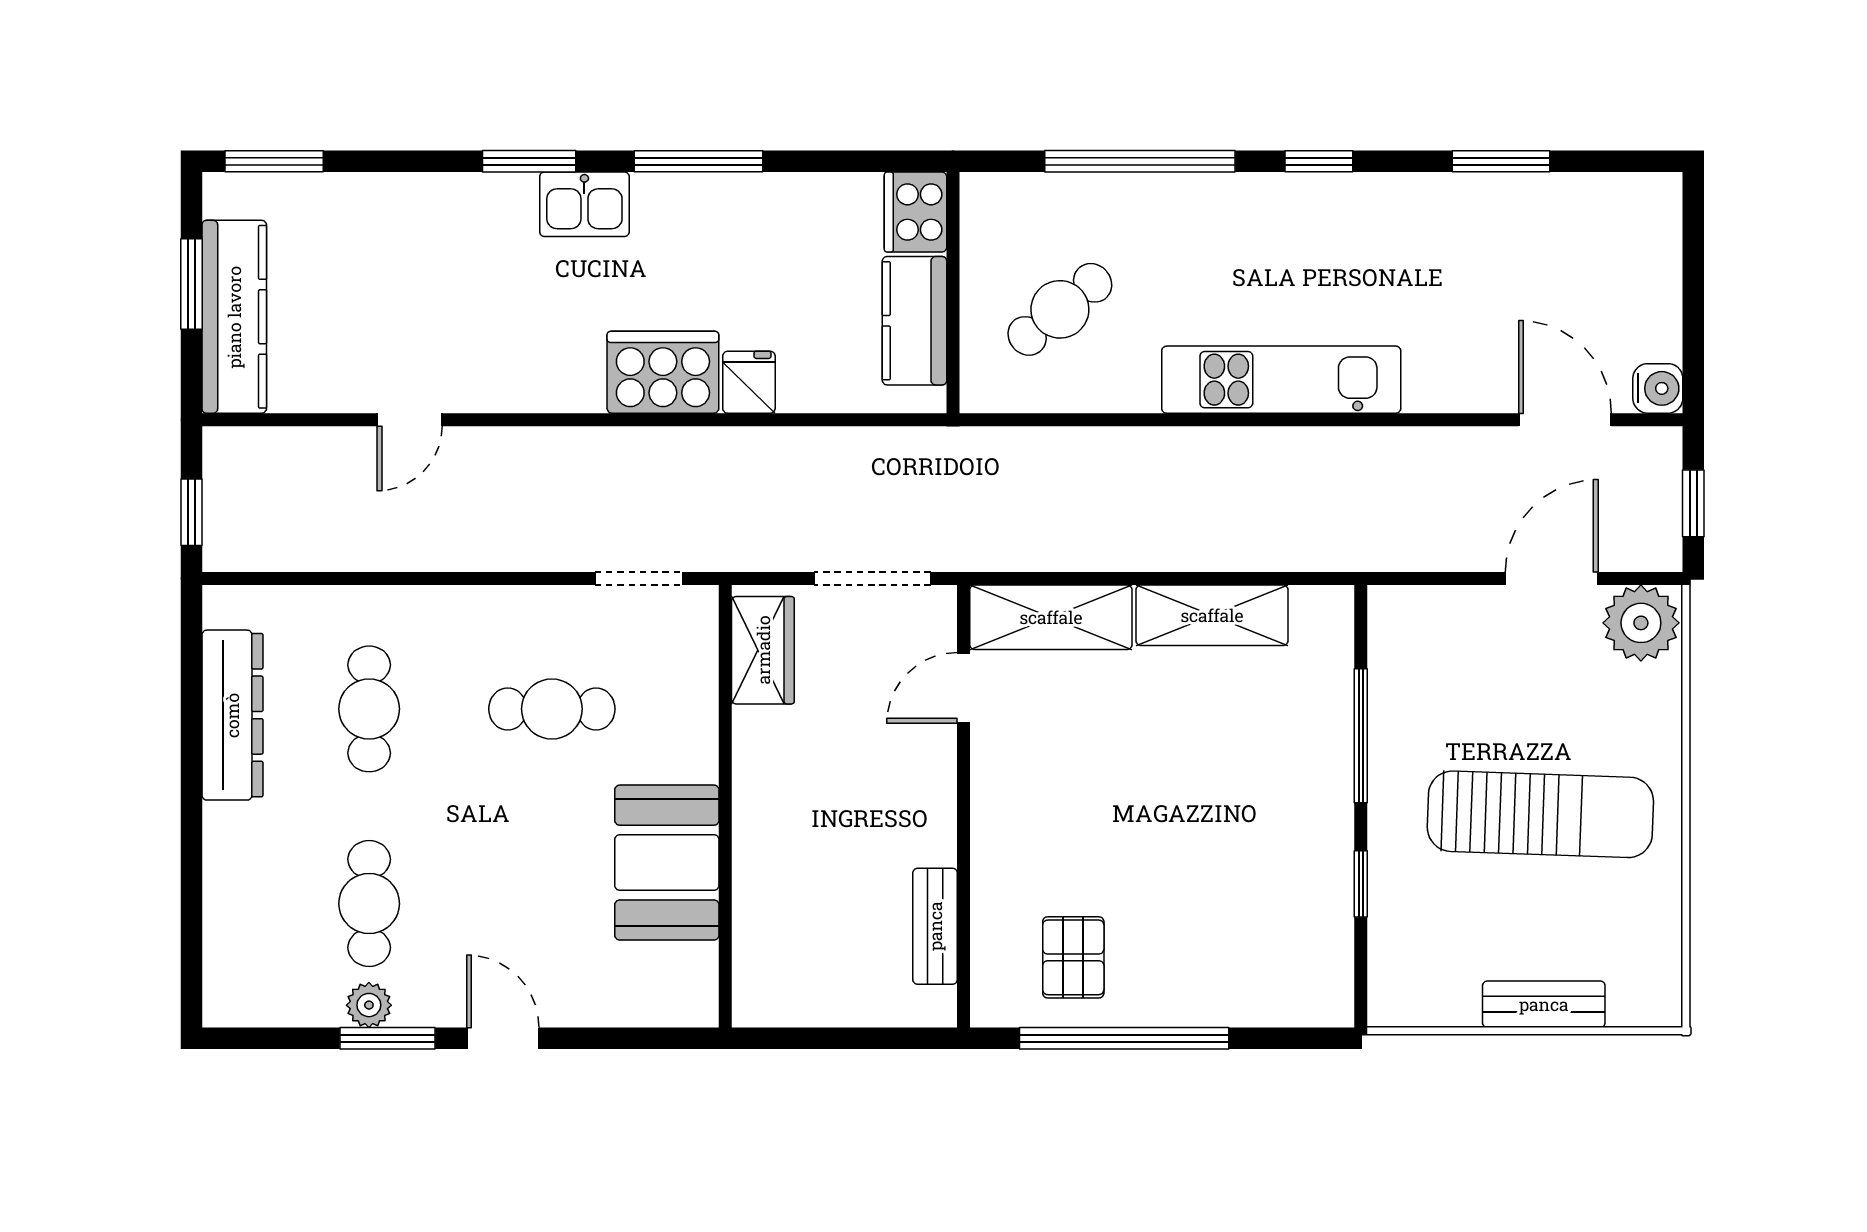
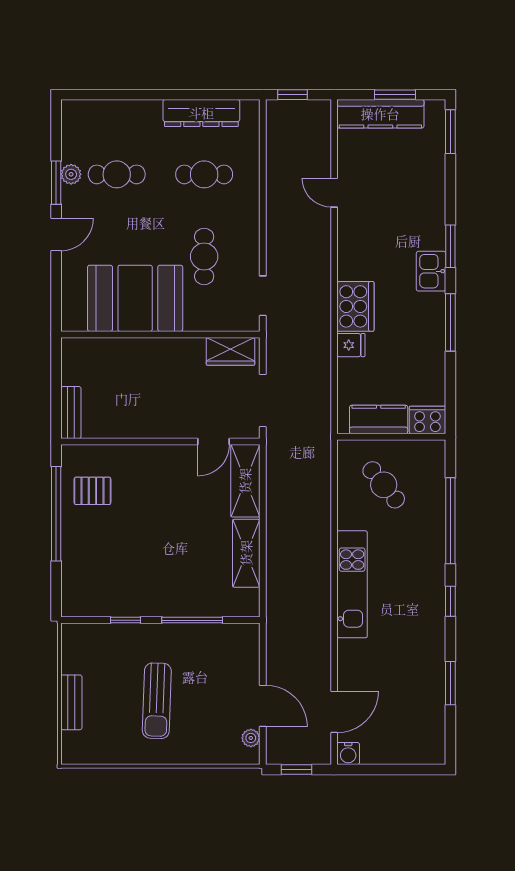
plant: (1641, 623) -> (251, 738), width x0.53, depth x0.53
door: (964, 688) -> (214, 442), swing flipped
sun lounger: (1540, 814) -> (157, 701), width x0.73, depth x0.75
booth: (667, 863) -> (135, 298), width x1.36, depth x1.42
bench: (935, 926) -> (71, 413), moved, turned 90

